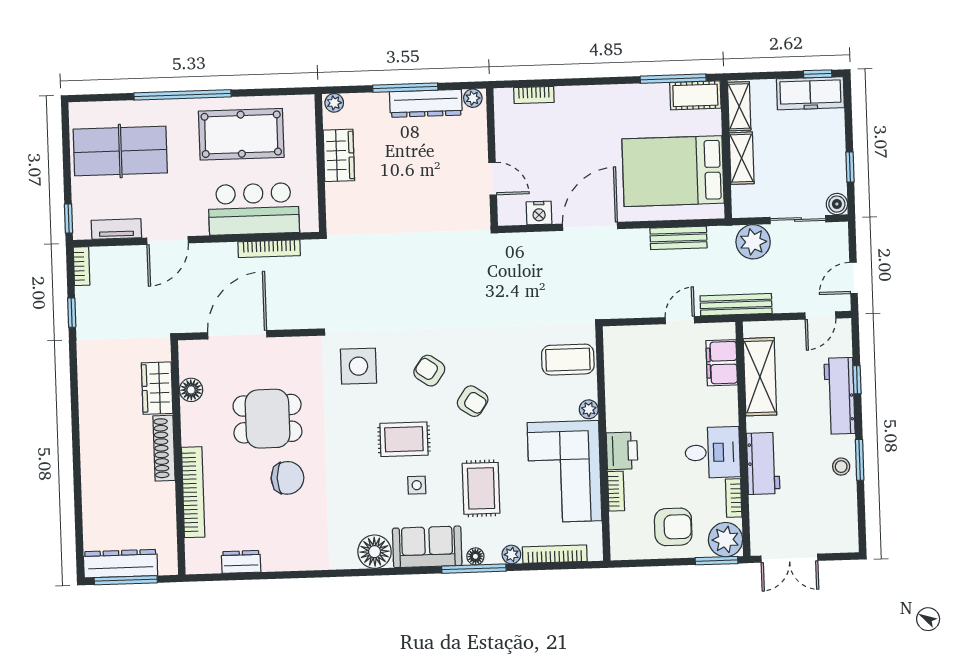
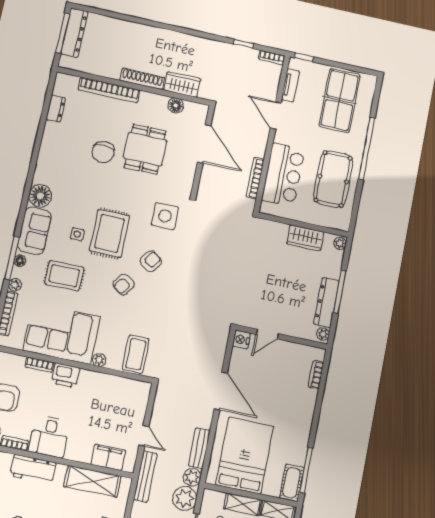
nightstand: (539, 213) -> (241, 340), moved
plant: (721, 238) -> (192, 477), added
rug: (404, 439) -> (110, 233), width x1.36, depth x1.43

